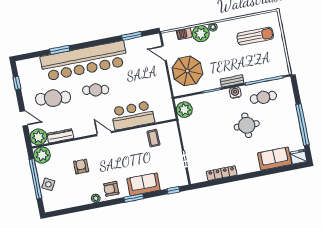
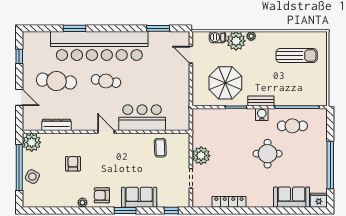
parasol: (187, 71) -> (225, 83), moved
plant: (184, 110) -> (201, 156), moved
plant: (38, 137) -> (32, 121), removed

